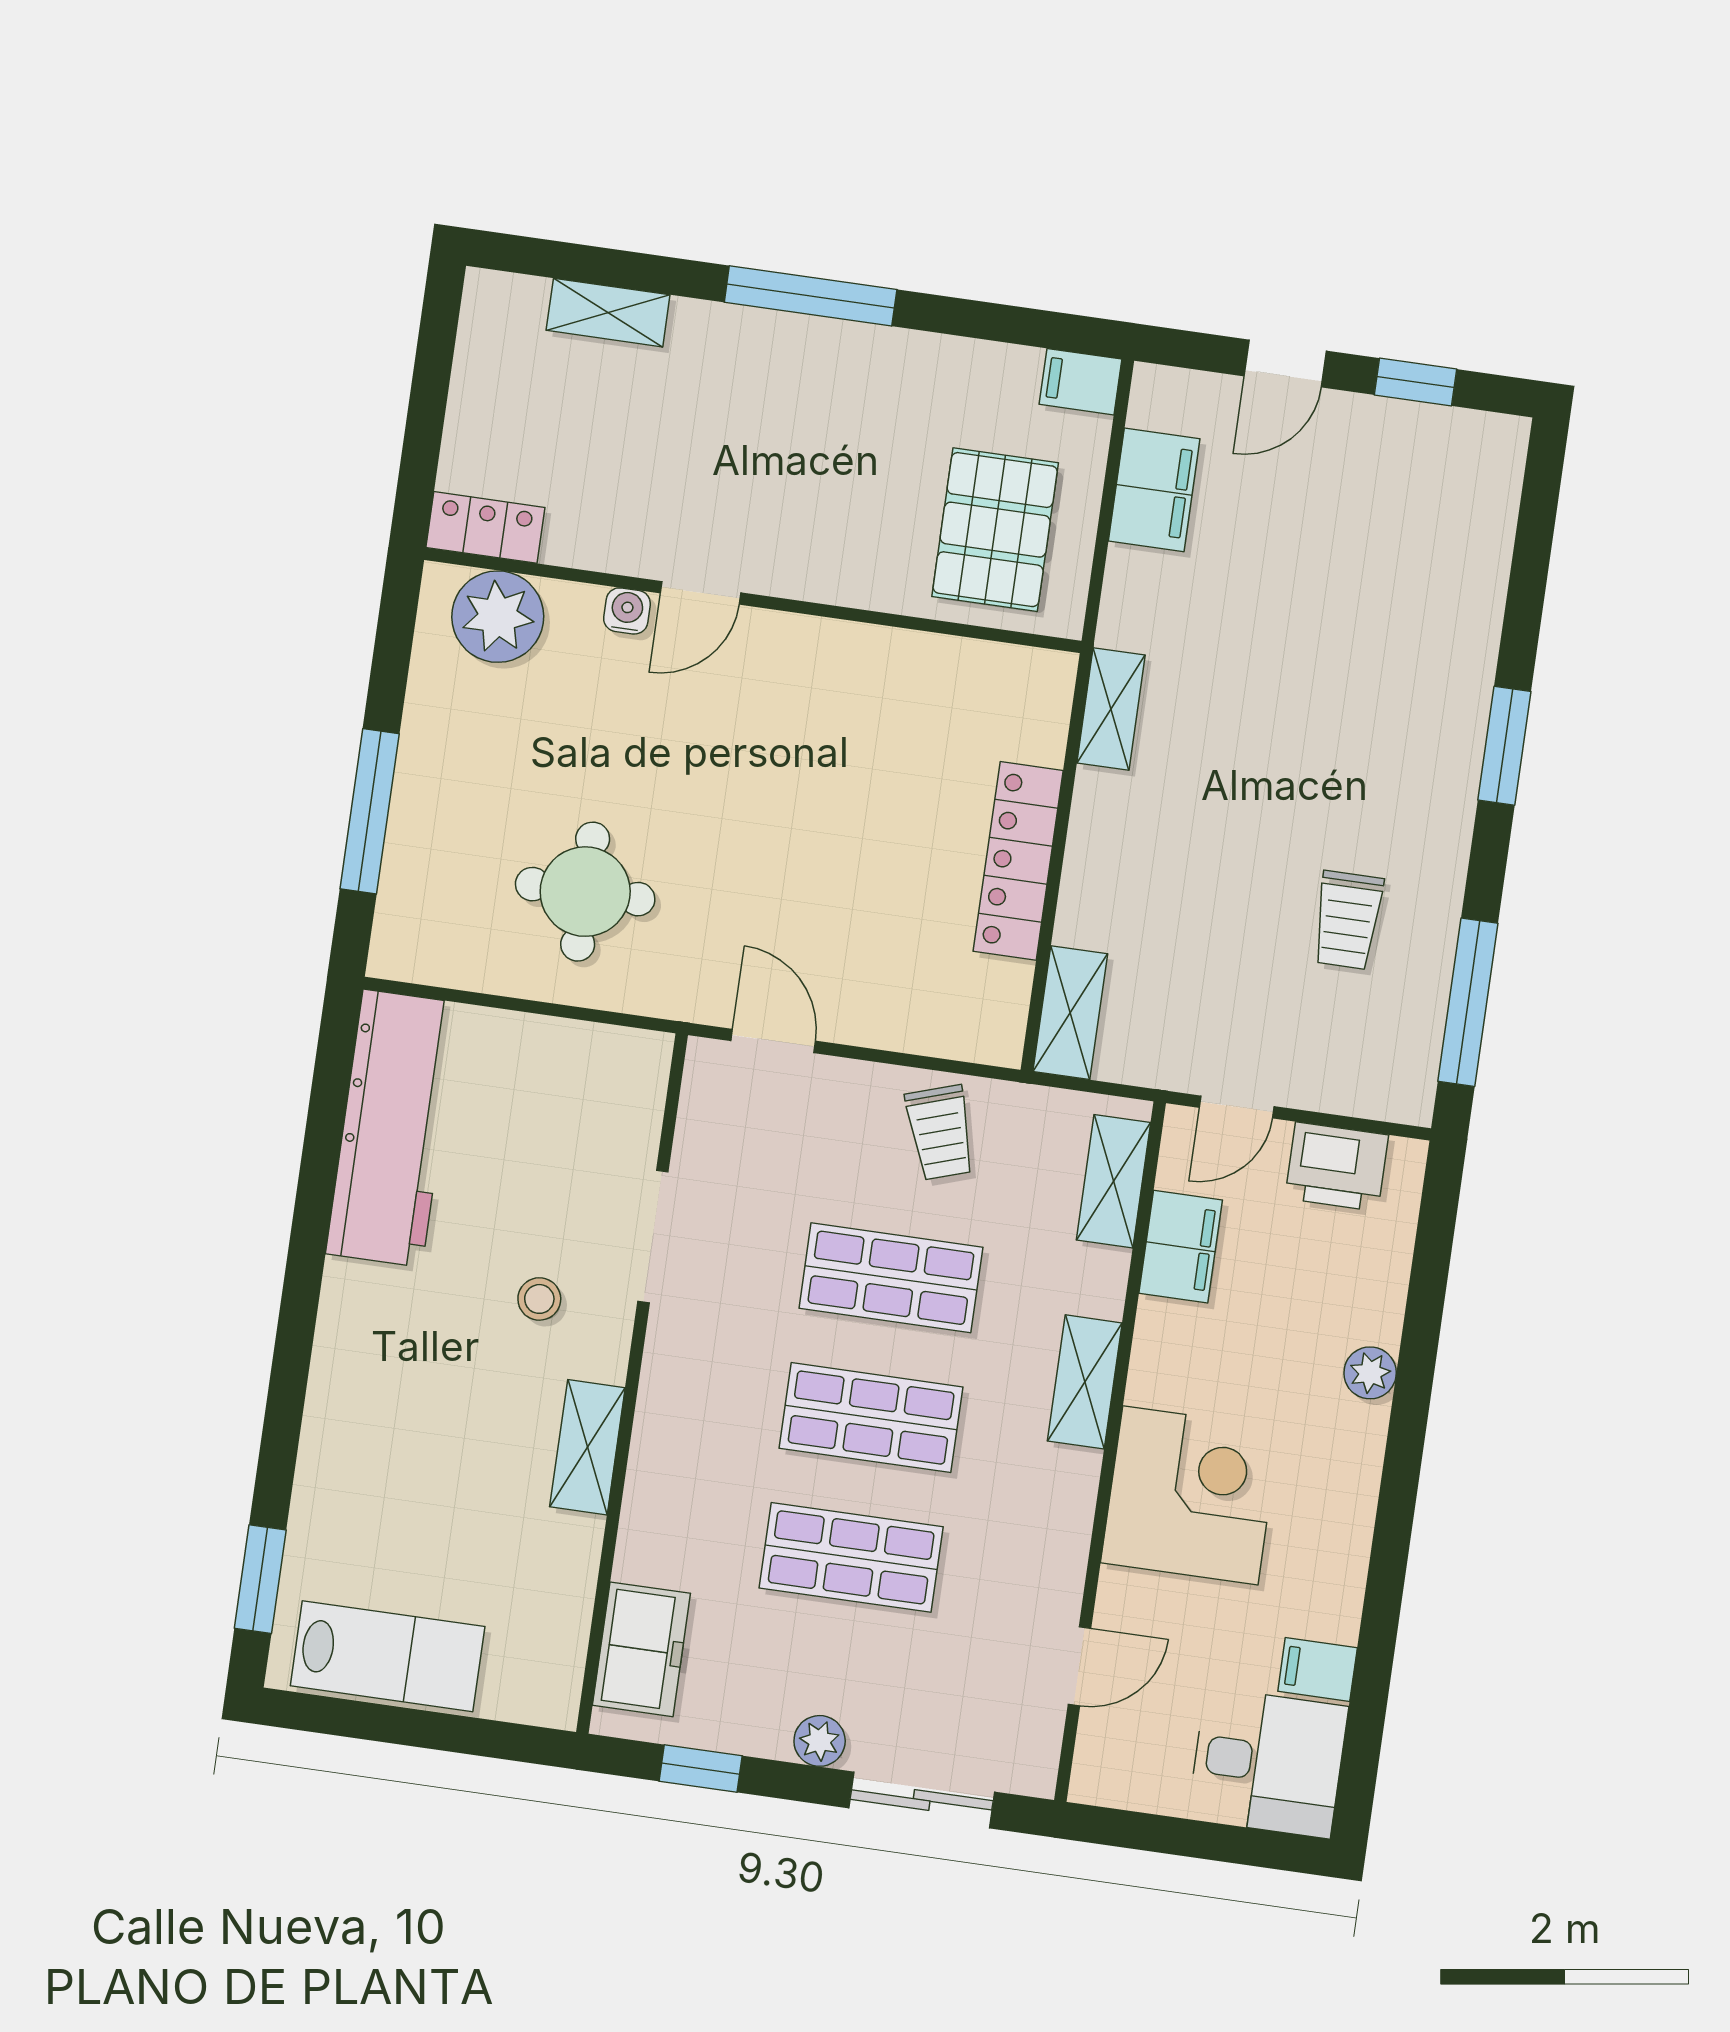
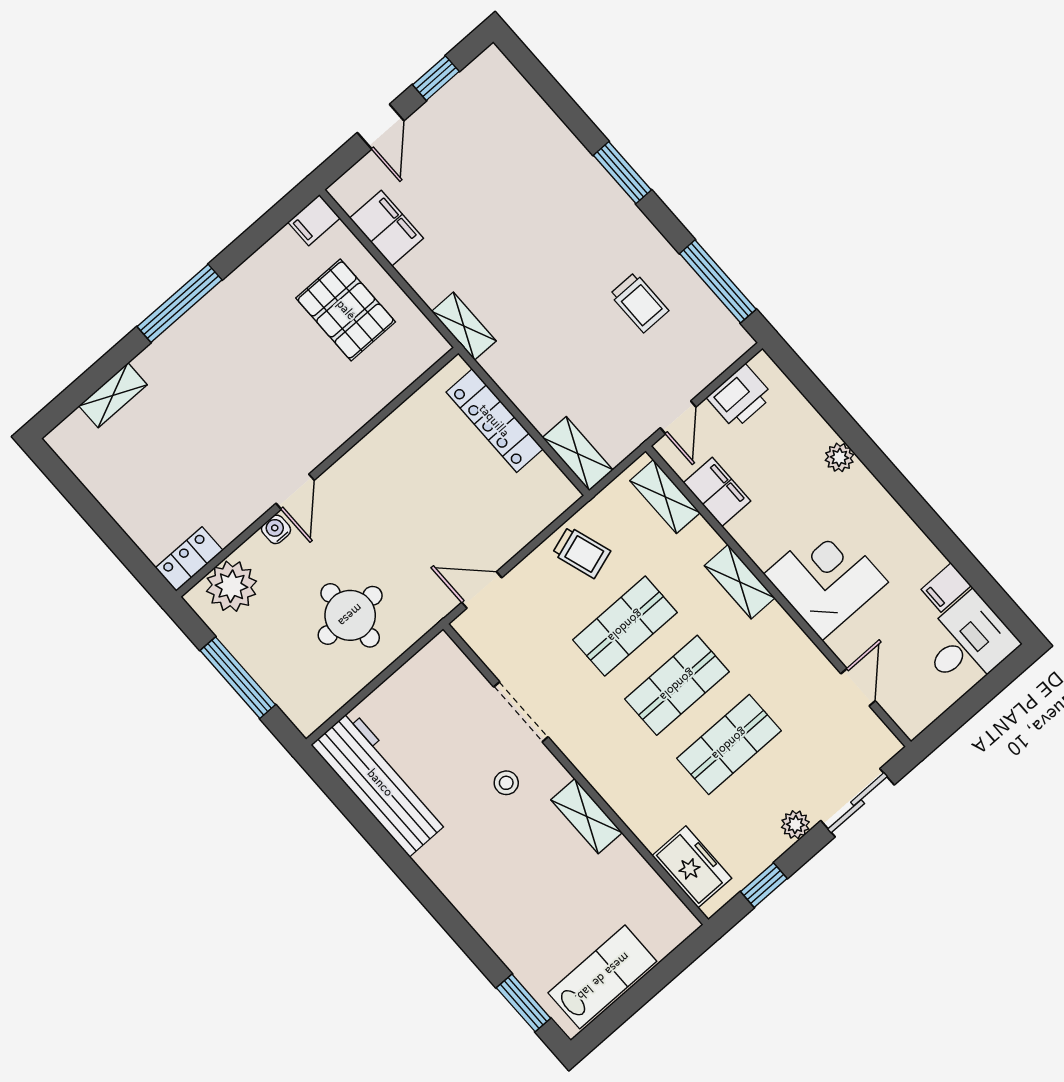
locker: (485, 527) -> (189, 559), moved
door: (700, 593) -> (295, 492), moved
wall: (753, 600) -> (317, 472), moved
water cooler: (627, 611) -> (276, 529), moved
plant: (498, 617) -> (231, 586), moved

